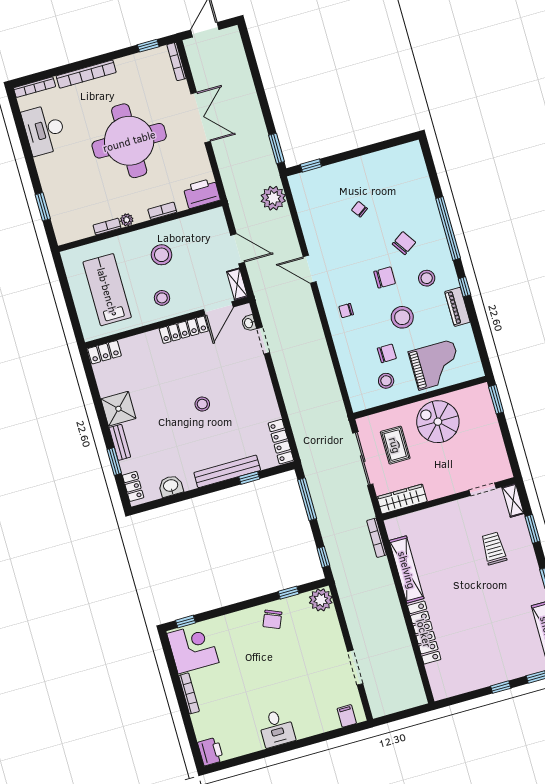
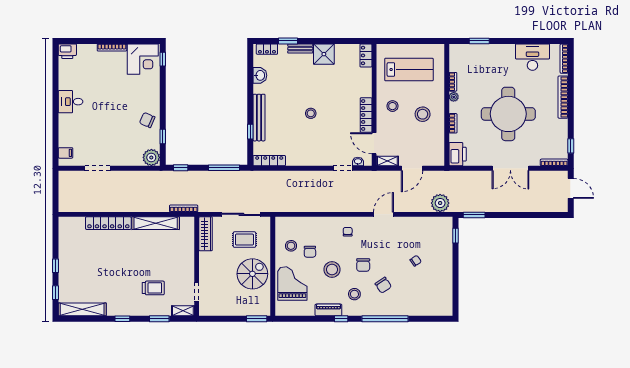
grand piano: (436, 365) -> (292, 283), turned 180

